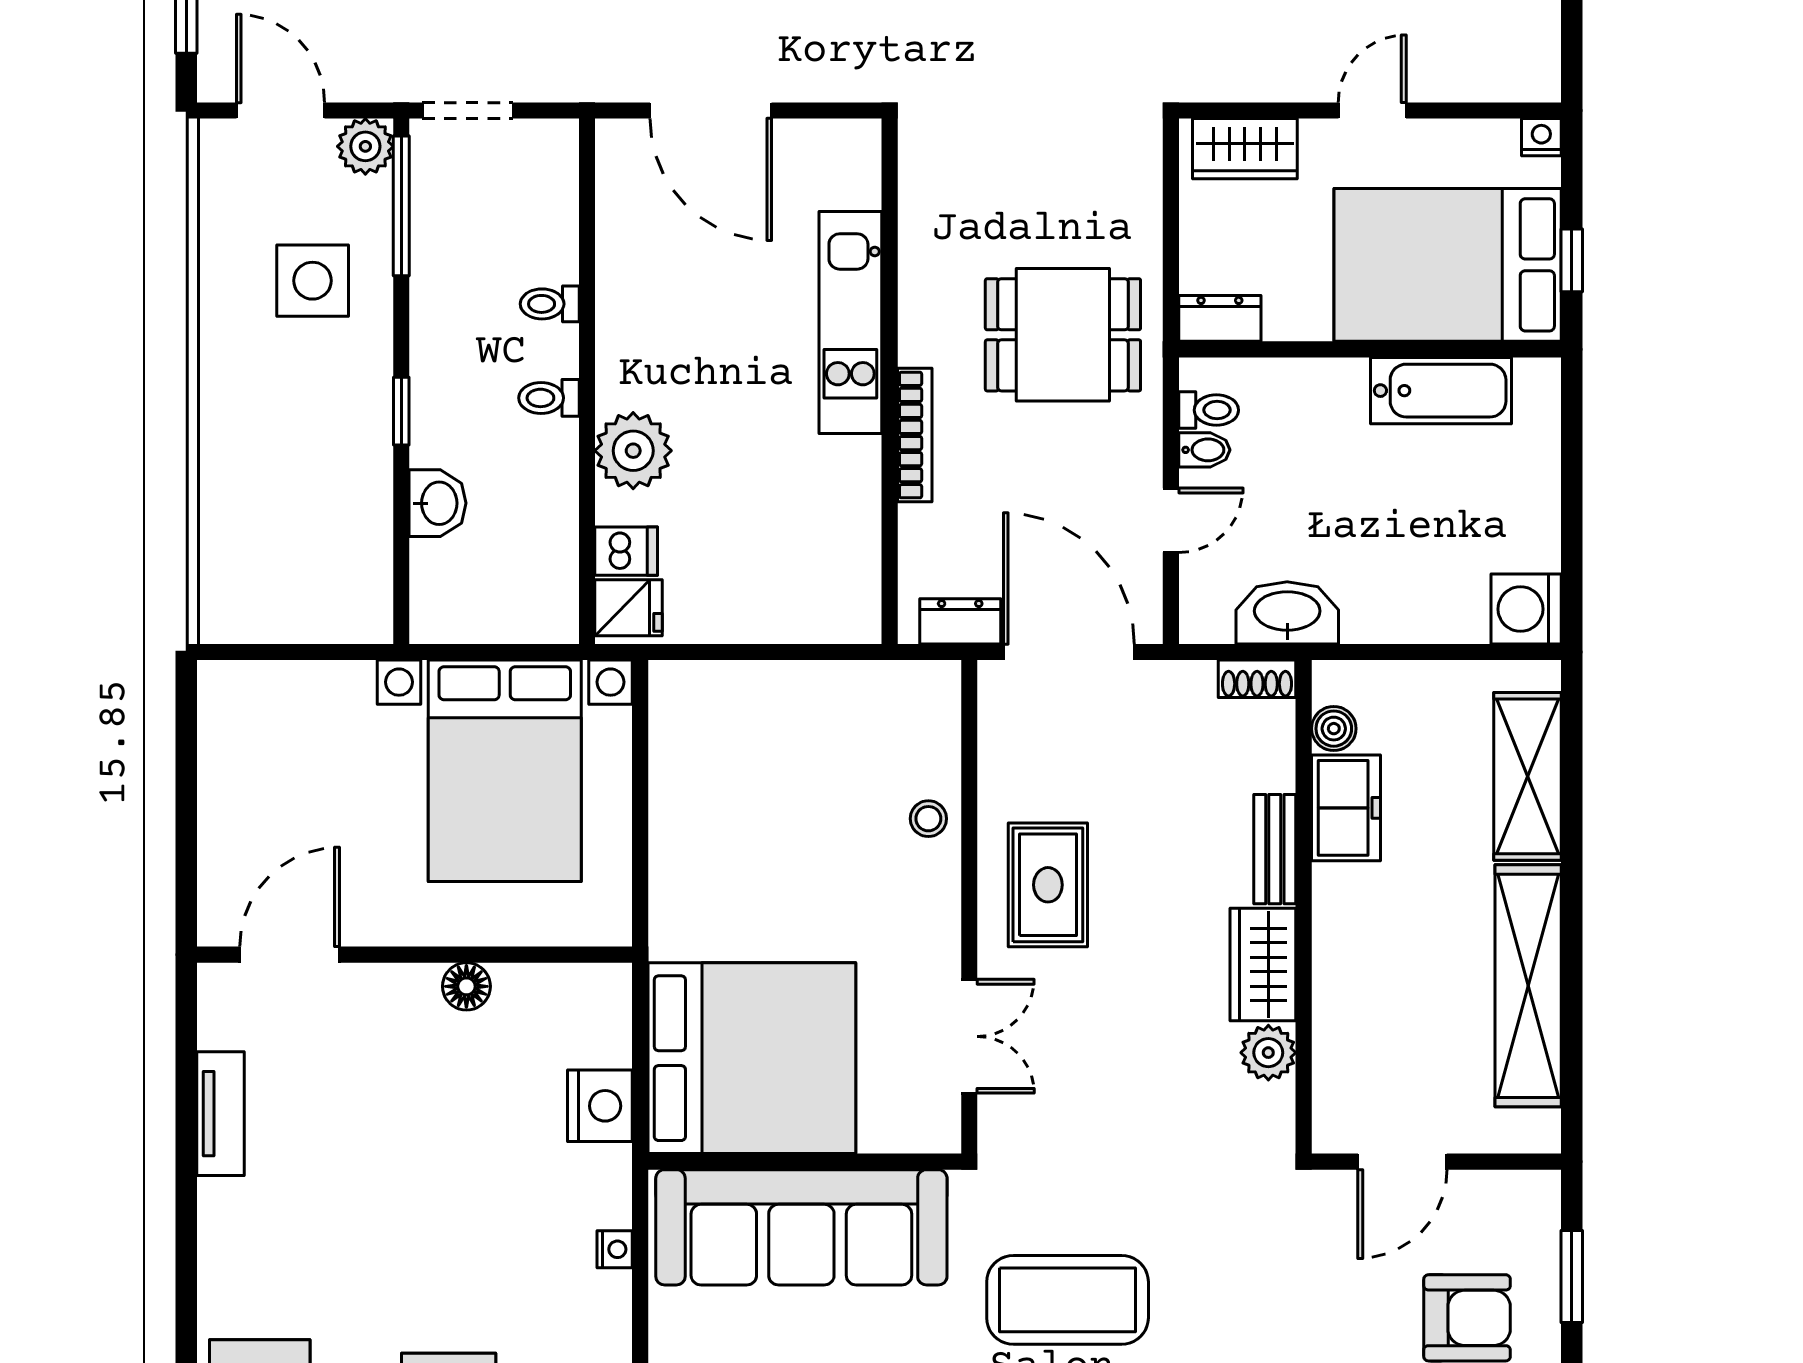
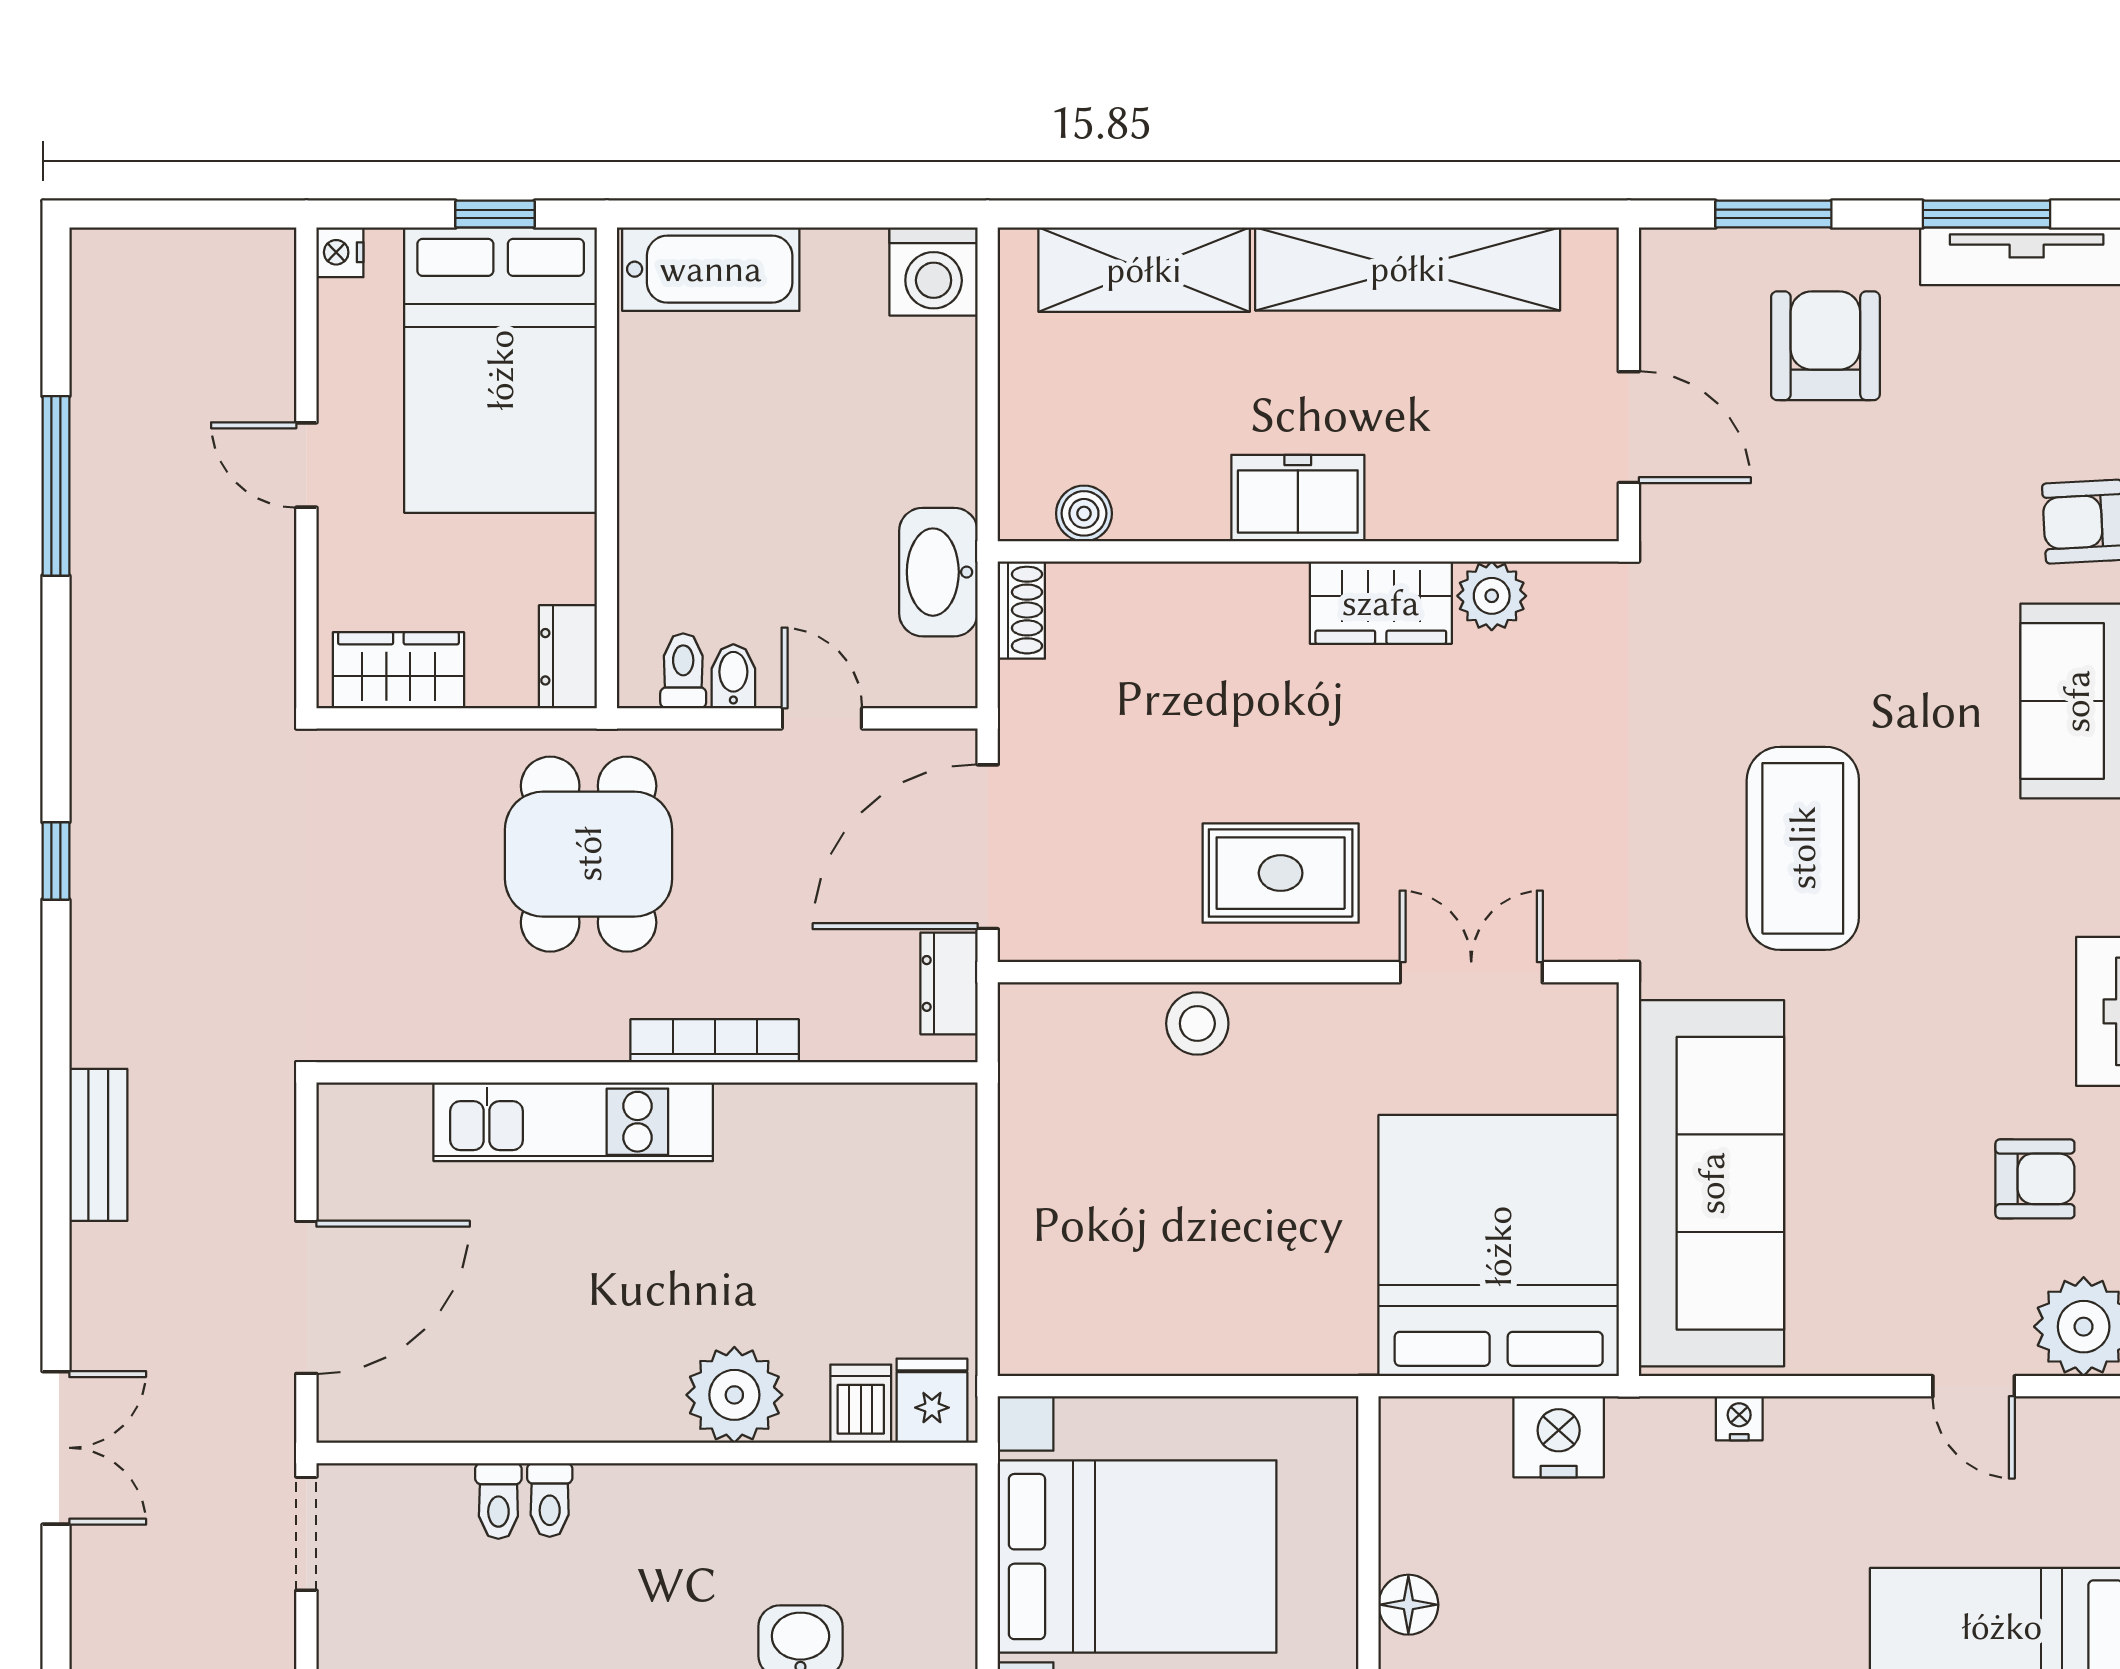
doorway: (468, 111) -> (306, 1534), moved
wardrobe: (1245, 149) -> (398, 670), moved, turned -90
bathtub: (1441, 391) -> (711, 269), moved, turned 90
toilet: (549, 398) -> (498, 1501), moved
freezer: (1346, 808) -> (1298, 498), moved
stool: (928, 819) -> (1197, 1023), width x1.37, depth x1.37
bench: (1275, 849) -> (1236, 588), removed

